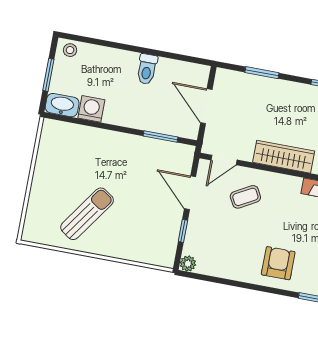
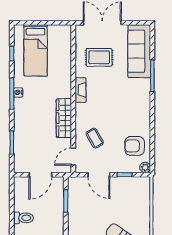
door: (224, 160) -> (73, 157), swing flipped
door: (190, 193) -> (99, 175), hinge flipped
armchair: (278, 263) -> (135, 146), moved

